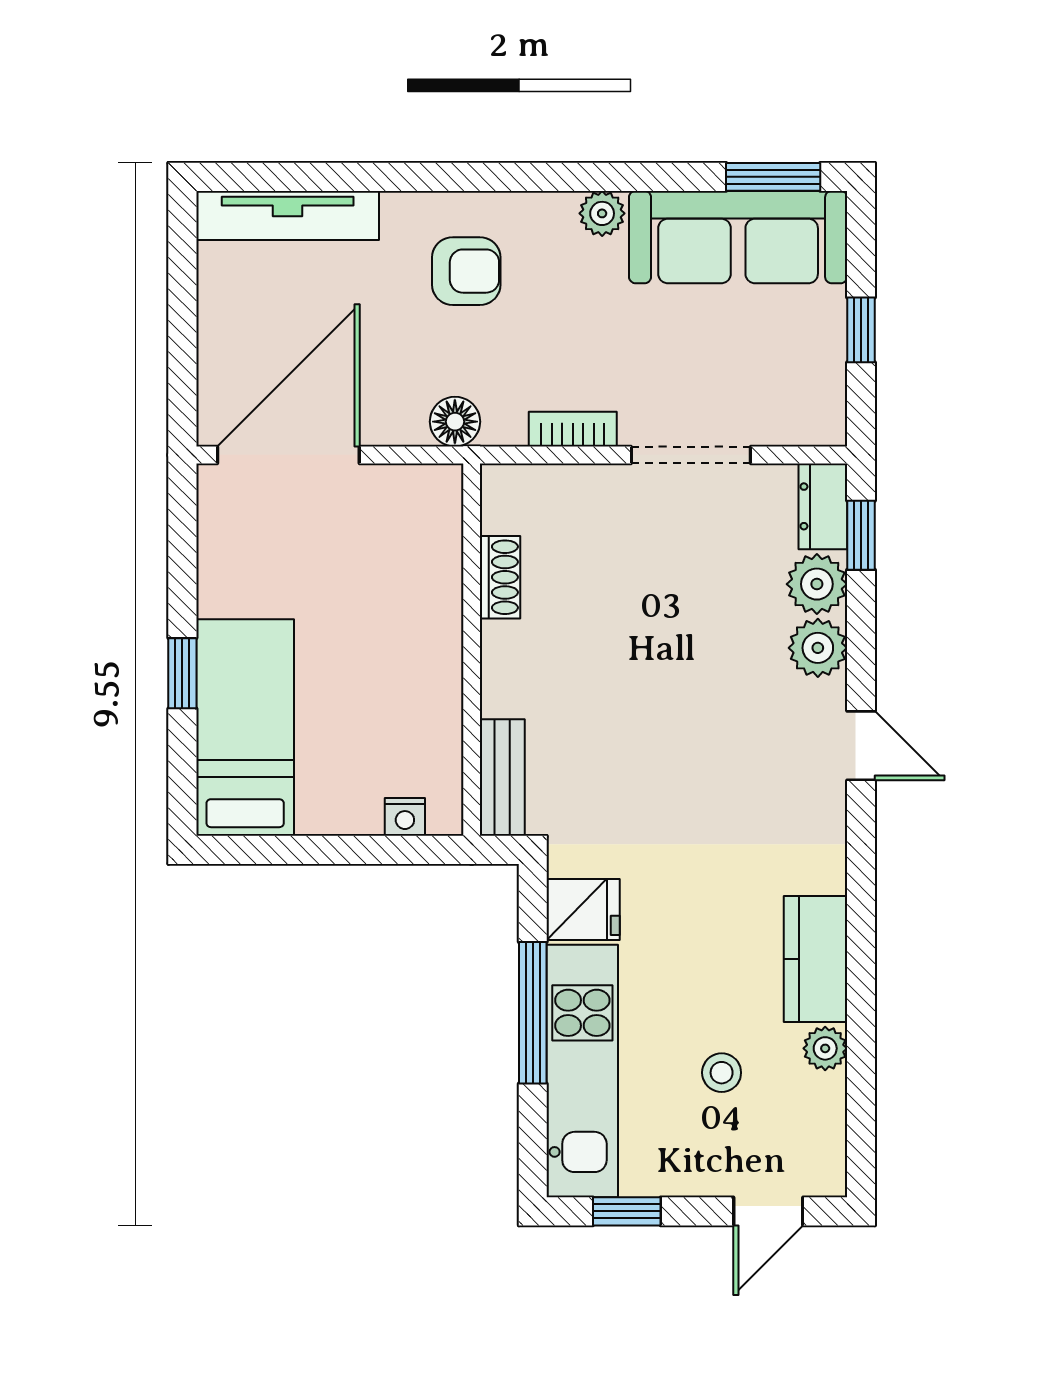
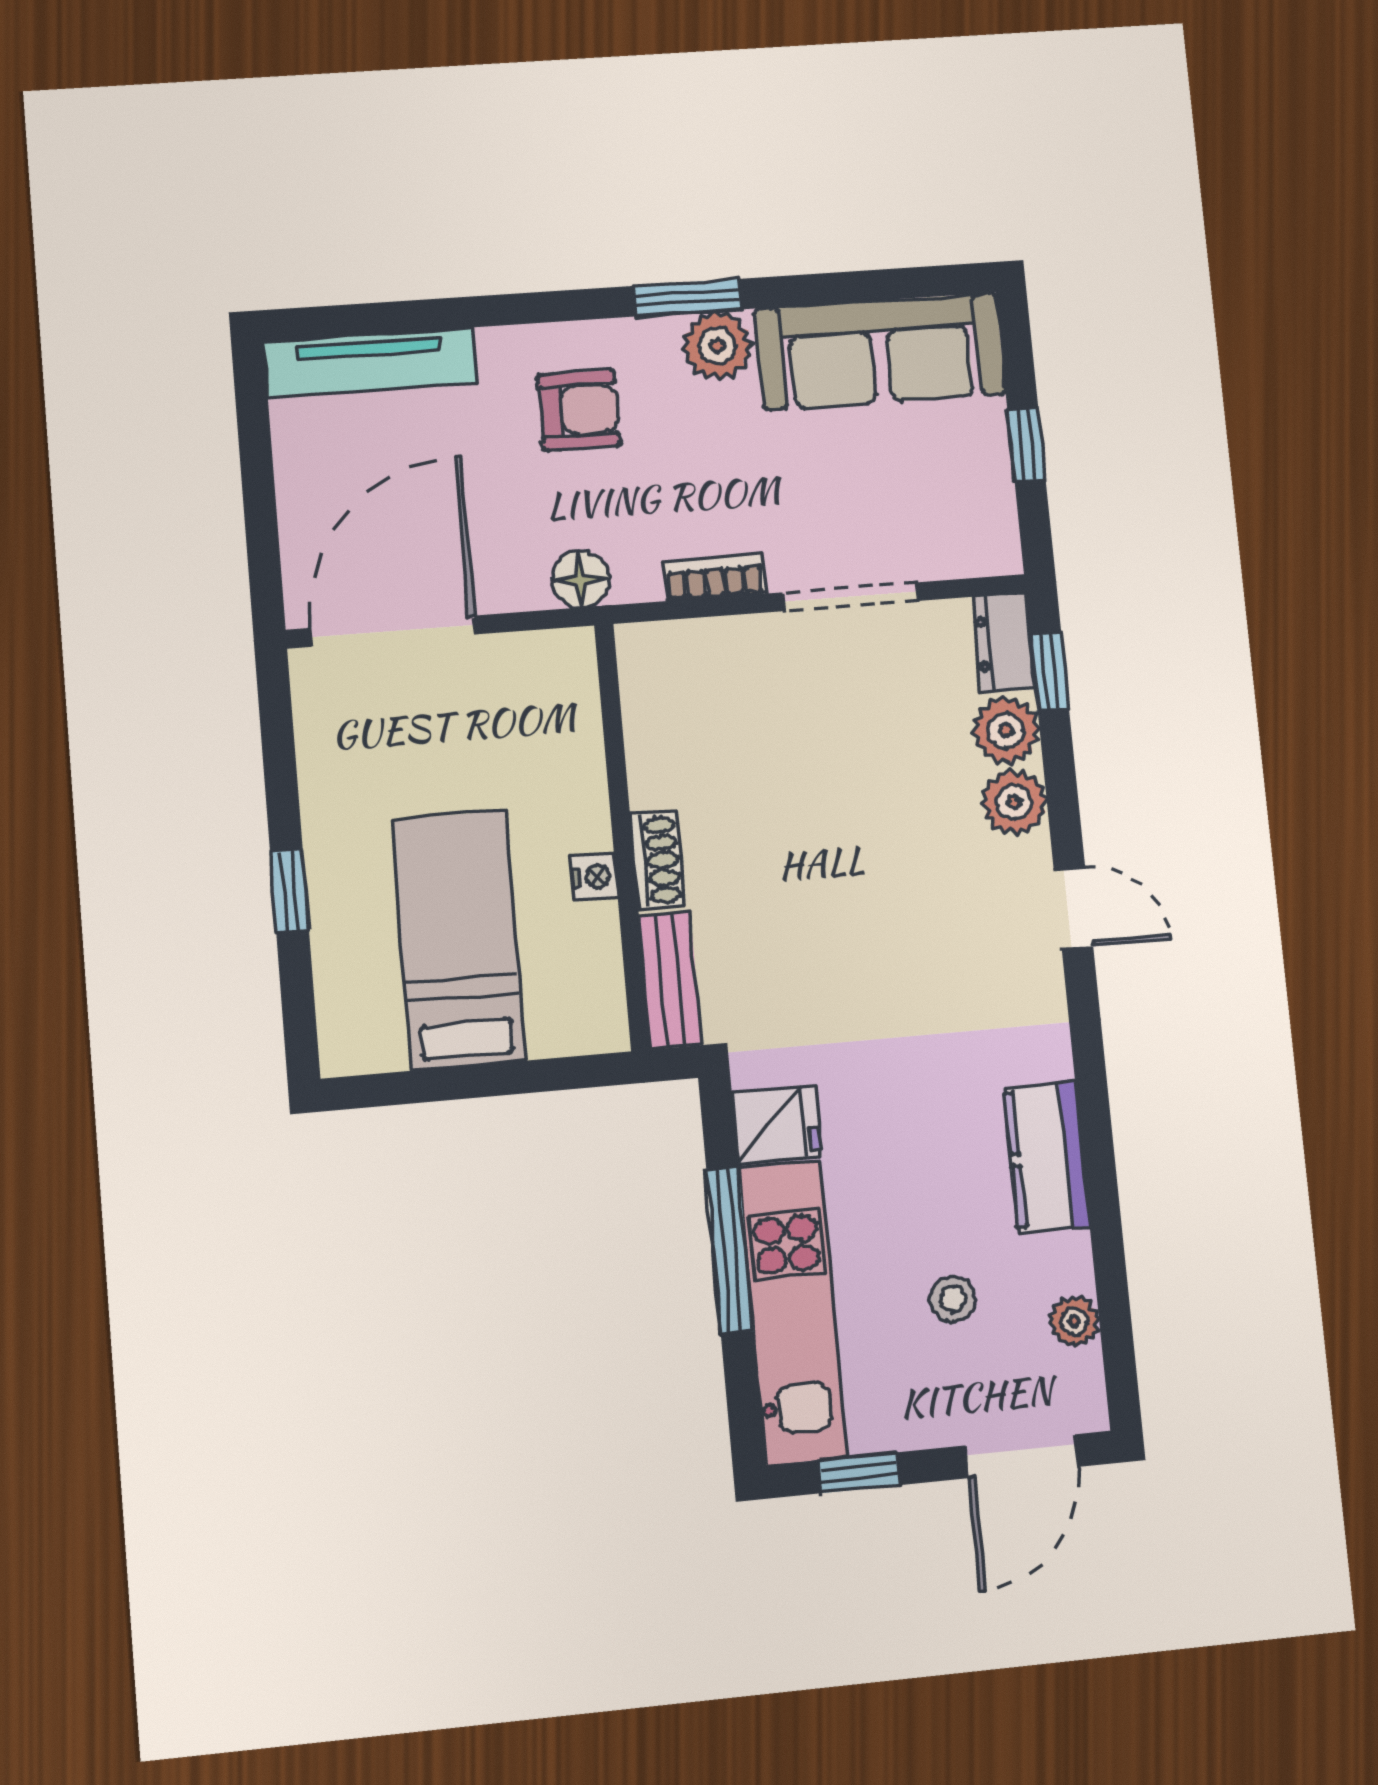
window: (773, 177) -> (688, 298), moved
plant: (602, 213) -> (717, 346), width x1.38, depth x1.38
shoe rack: (500, 577) -> (657, 861), moved
bed: (245, 727) -> (459, 940), moved
nightstand: (405, 817) -> (594, 877), moved, turned -90
plant: (825, 1048) -> (1074, 1321), moved
door: (768, 1211) -> (1022, 1456), width x1.38

